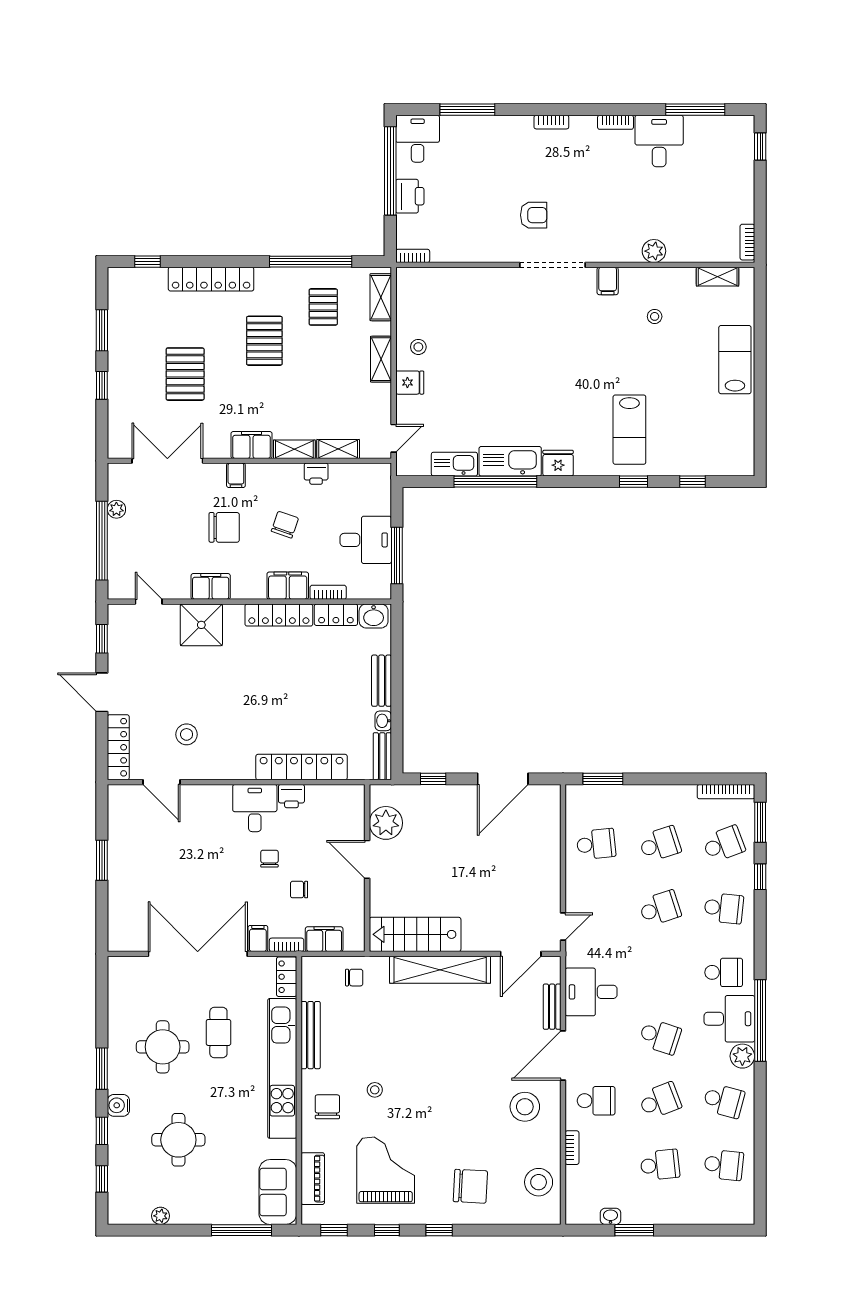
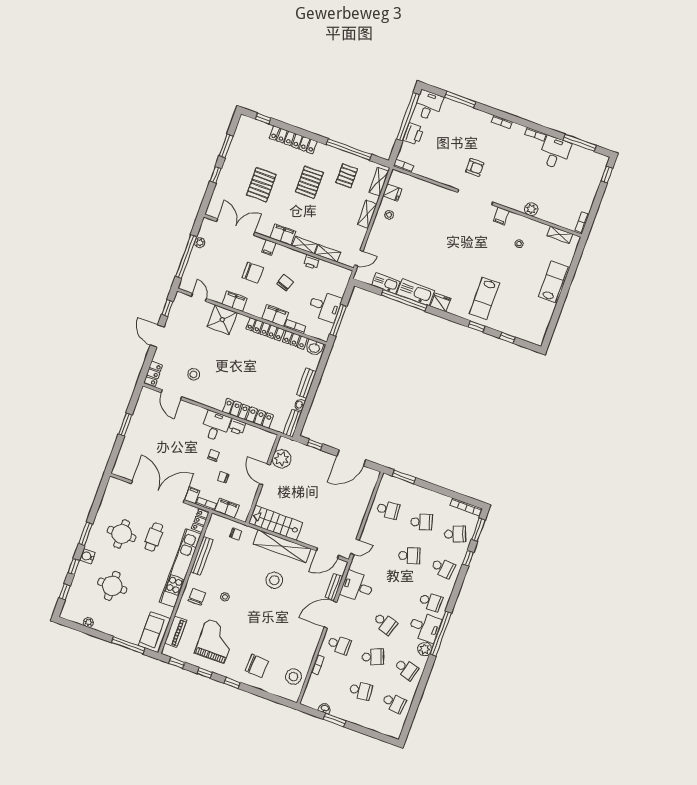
fridge: (410, 383) -> (392, 192), moved
locker: (118, 747) -> (153, 374), width x0.66
stool: (525, 1107) -> (274, 580), moved

